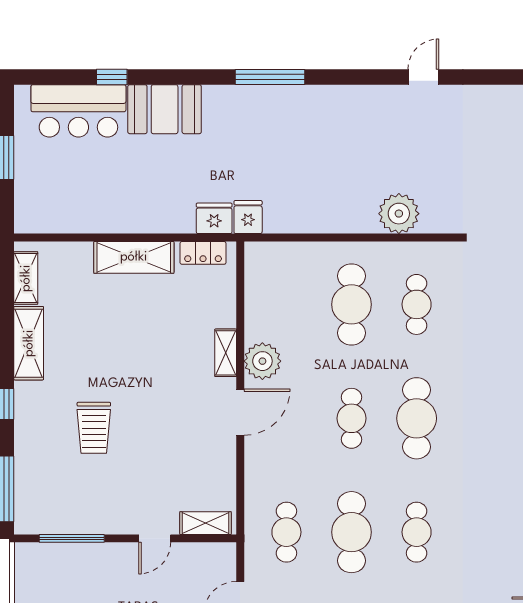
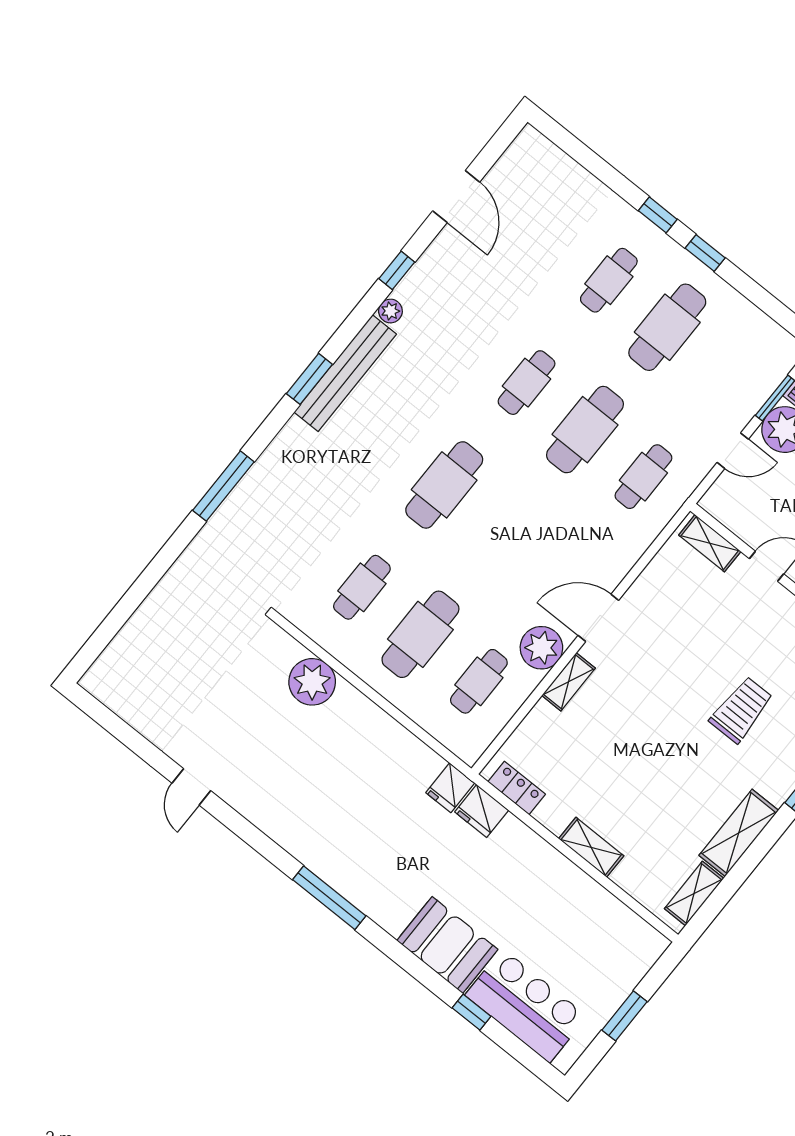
door: (423, 77) -> (191, 787), hinge flipped
shelving: (134, 257) -> (591, 847), width x0.67, depth x0.75
cafe table: (352, 418) -> (479, 681), moved

